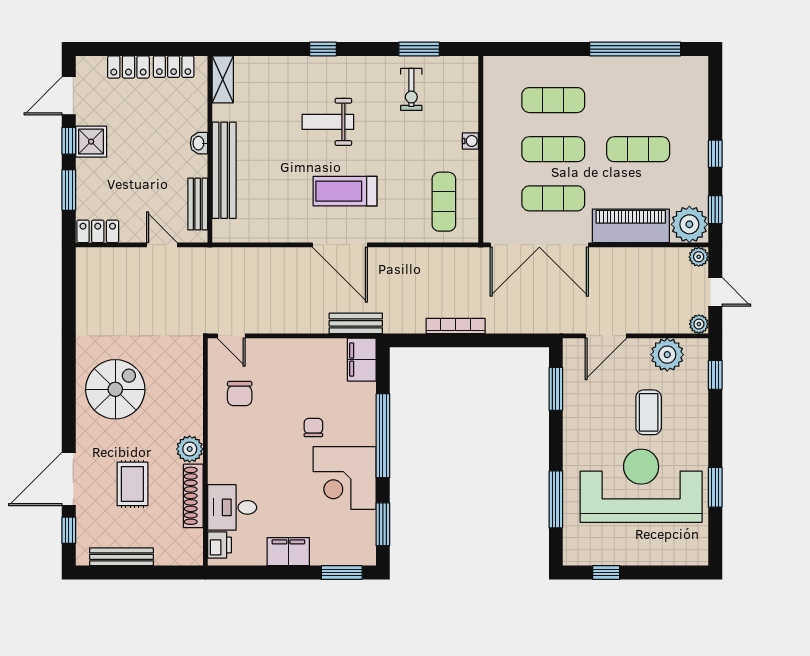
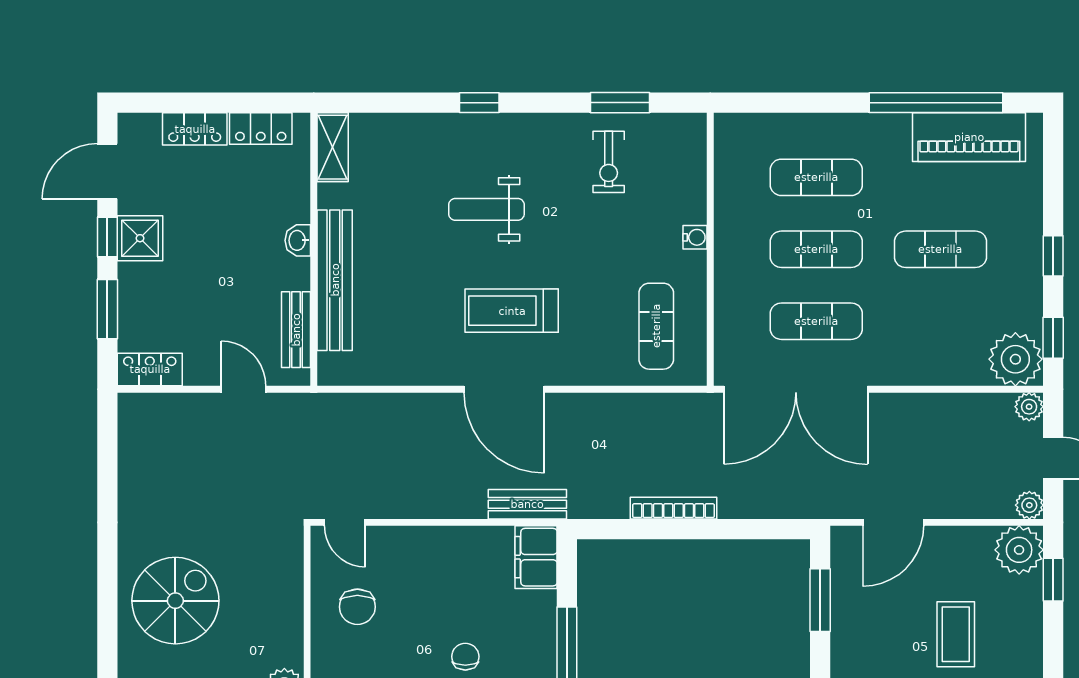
piano: (631, 226) -> (969, 137), moved, turned 180
plant: (667, 355) -> (1019, 550), moved

